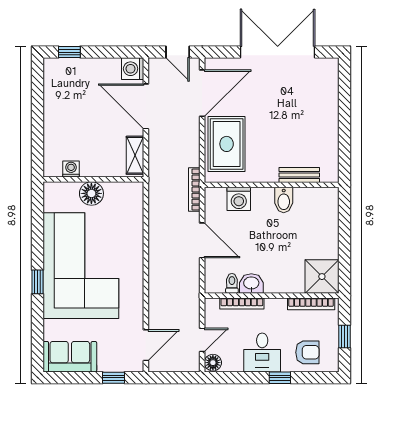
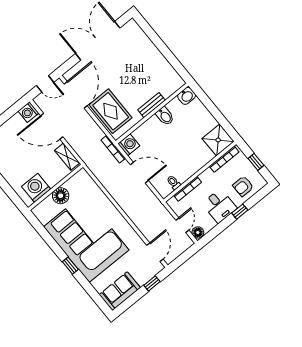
washing machine: (71, 169) -> (36, 188), width x1.89, depth x1.89
bench: (299, 175) -> (152, 105), moved
washing machine: (239, 199) -> (129, 145), moved, turned -90
washbasin: (251, 284) -> (187, 96), moved, turned 180
armchair: (307, 352) -> (243, 186), turned 180

